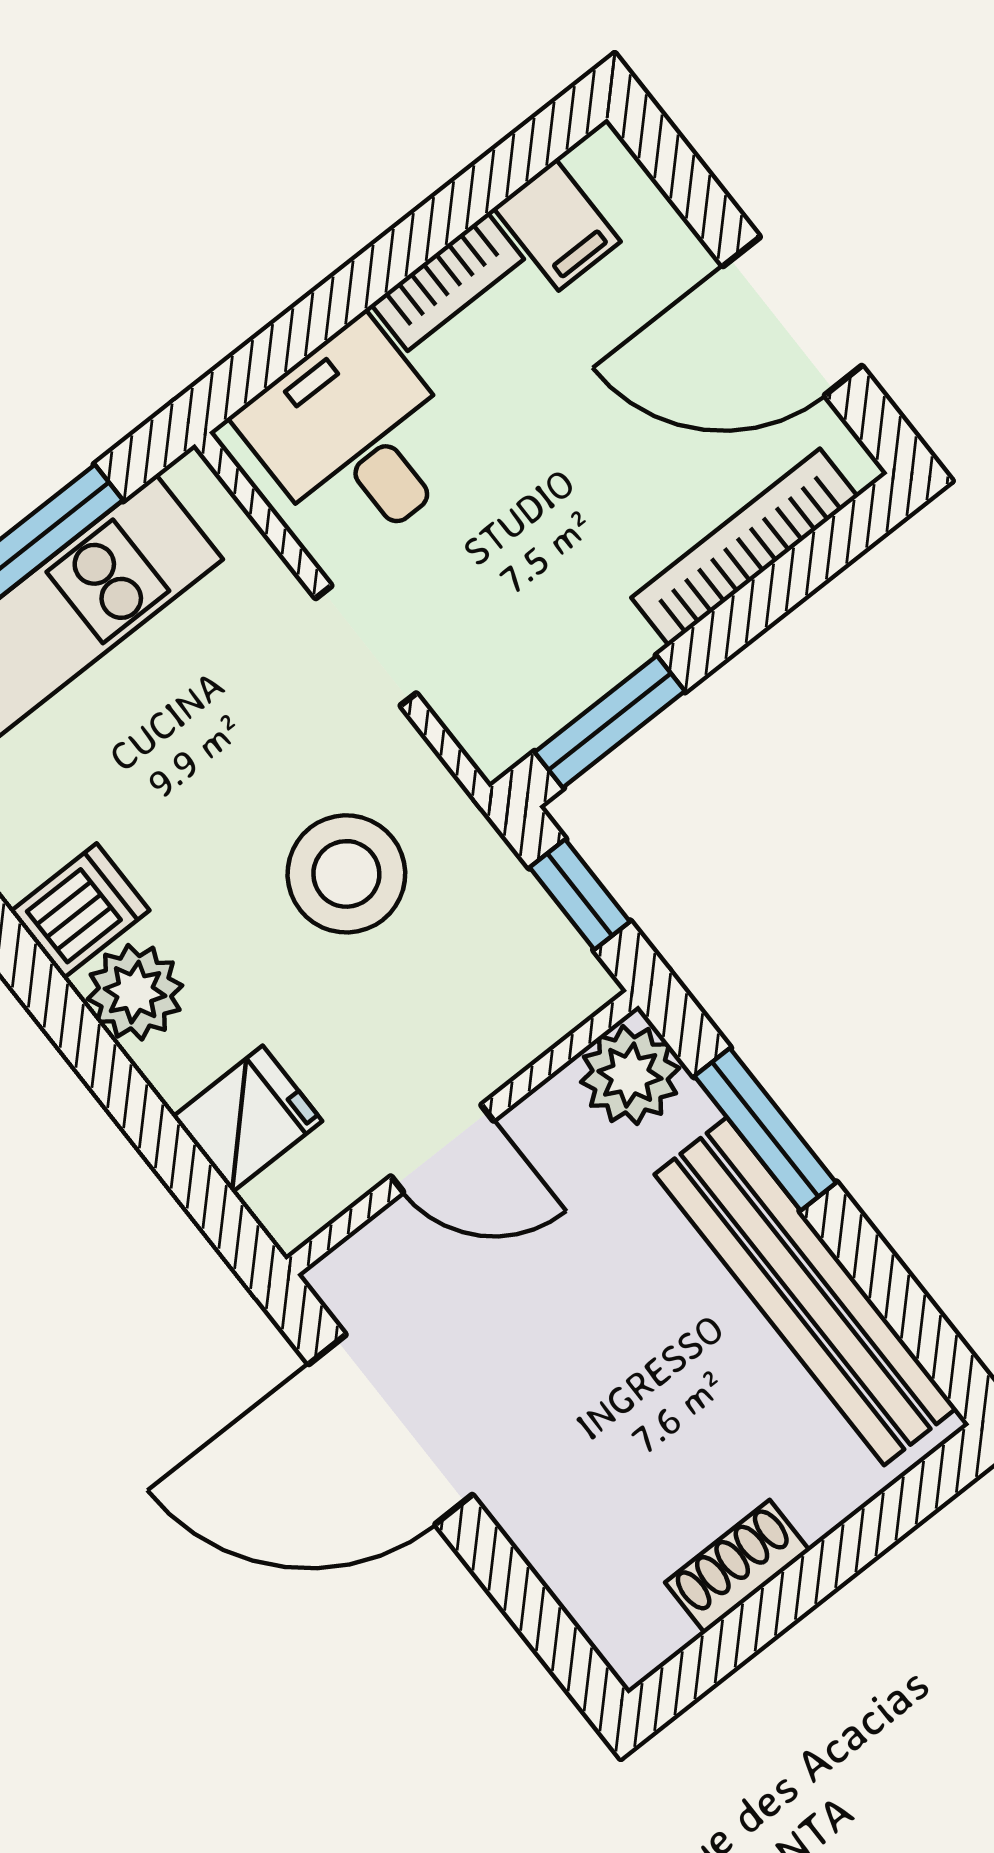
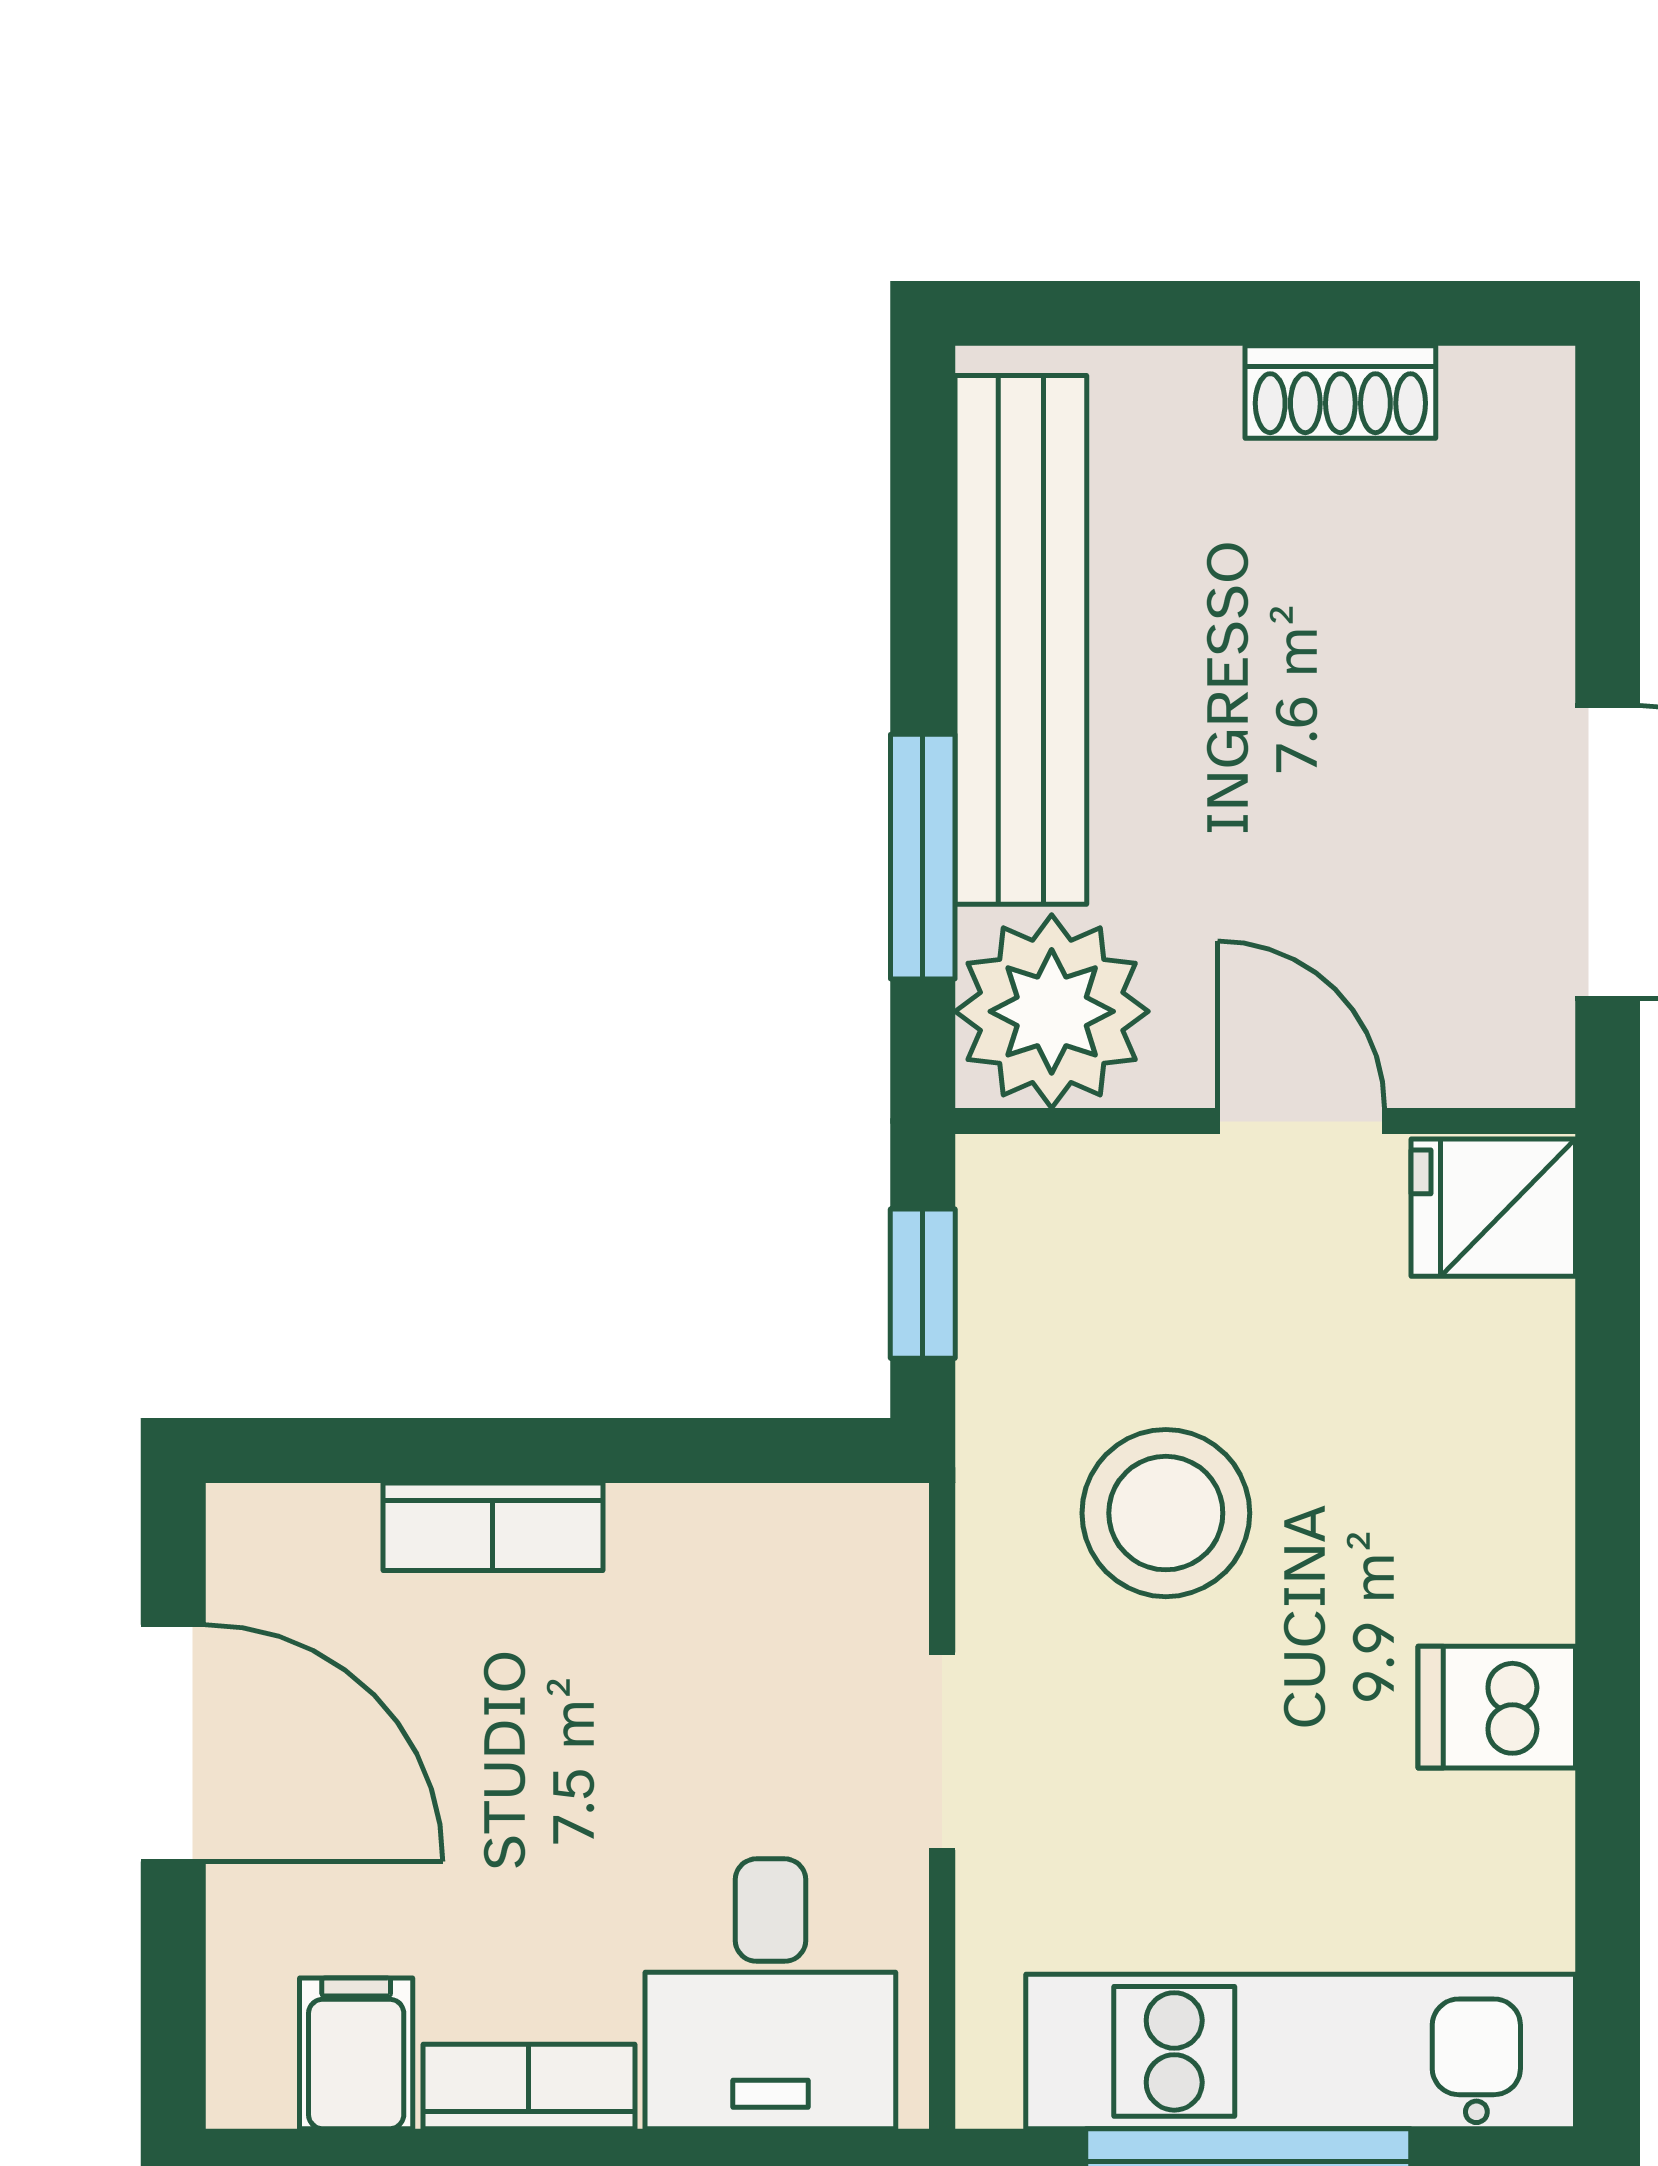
bookcase: (745, 547) -> (493, 1527), width x0.64
window: (610, 722) -> (736, 1451), removed
plant: (135, 992) -> (1507, 1567), removed
plant: (630, 1075) -> (1052, 1011), width x1.36, depth x1.36
fridge: (247, 1119) -> (1493, 1208), moved

